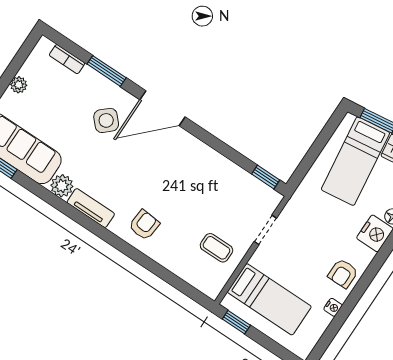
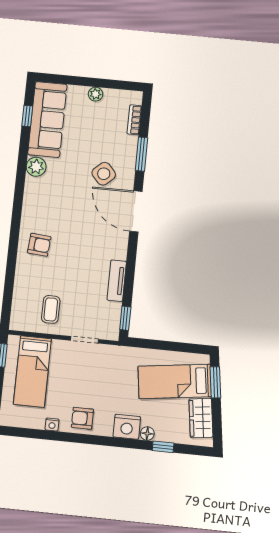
tv unit: (91, 208) -> (117, 281), moved, turned 180

